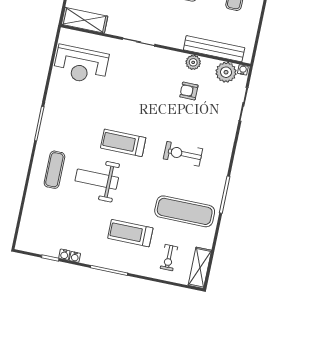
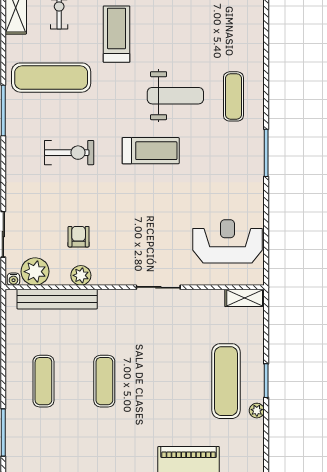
shelving: (85, 20) -> (245, 298), width x0.67, depth x0.75
armchair: (189, 91) -> (79, 237), turned -90
treadmill: (130, 233) -> (117, 34), turned -90

